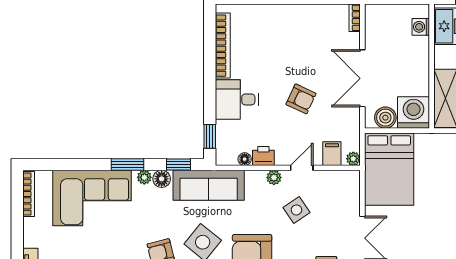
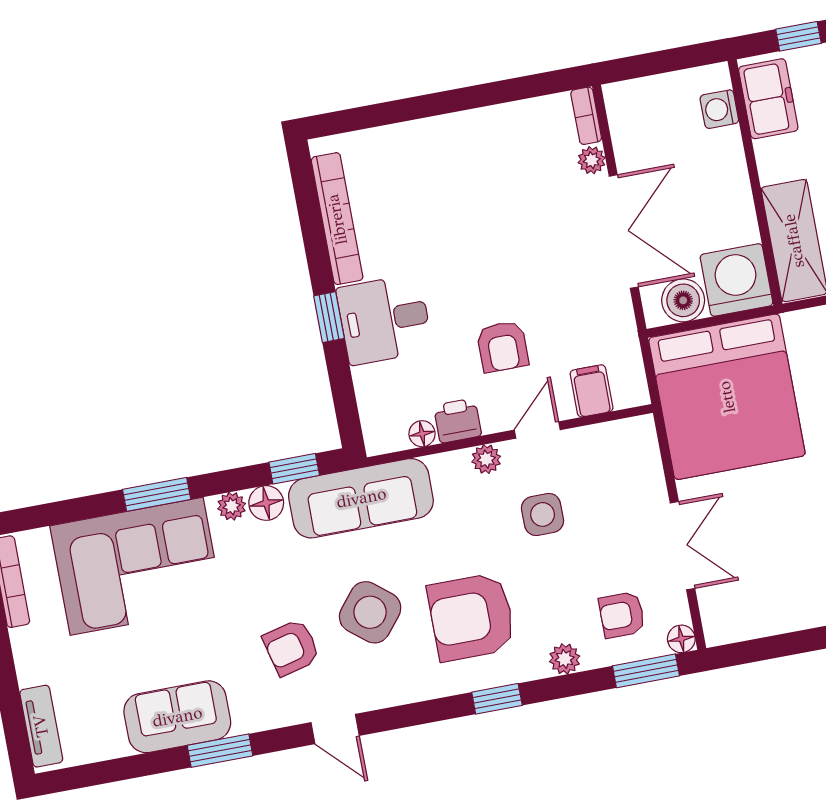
double door: (362, 78) -> (624, 232), swing flipped
armchair: (301, 99) -> (503, 346), moved, turned 65
window: (210, 136) -> (329, 317), moved
plant: (353, 159) -> (592, 160), moved
window: (127, 165) -> (157, 494), moved
bed: (389, 169) -> (727, 397), width x1.36
side table: (296, 210) -> (543, 514), turned 34

